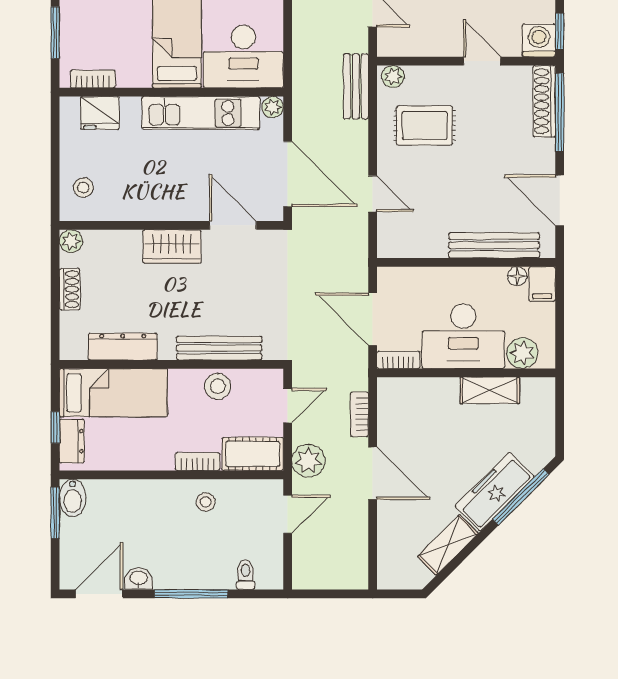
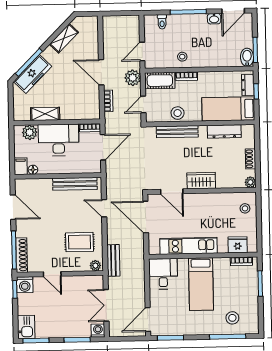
desk: (243, 57) -> (163, 274), width x0.73
plant: (273, 107) -> (154, 249), removed
bench: (494, 245) -> (75, 184), moved
door: (373, 319) -> (103, 147), hinge flipped
freezer: (495, 492) -> (33, 74), moved

